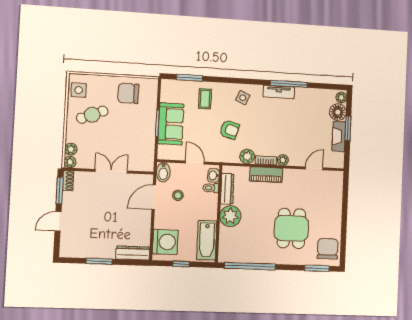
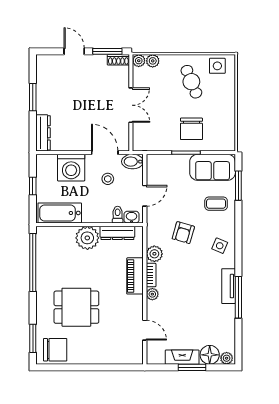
chair: (128, 93) -> (191, 129), moved, turned 180
sofa: (171, 124) -> (213, 167), moved
washing machine: (165, 242) -> (71, 168), moved

